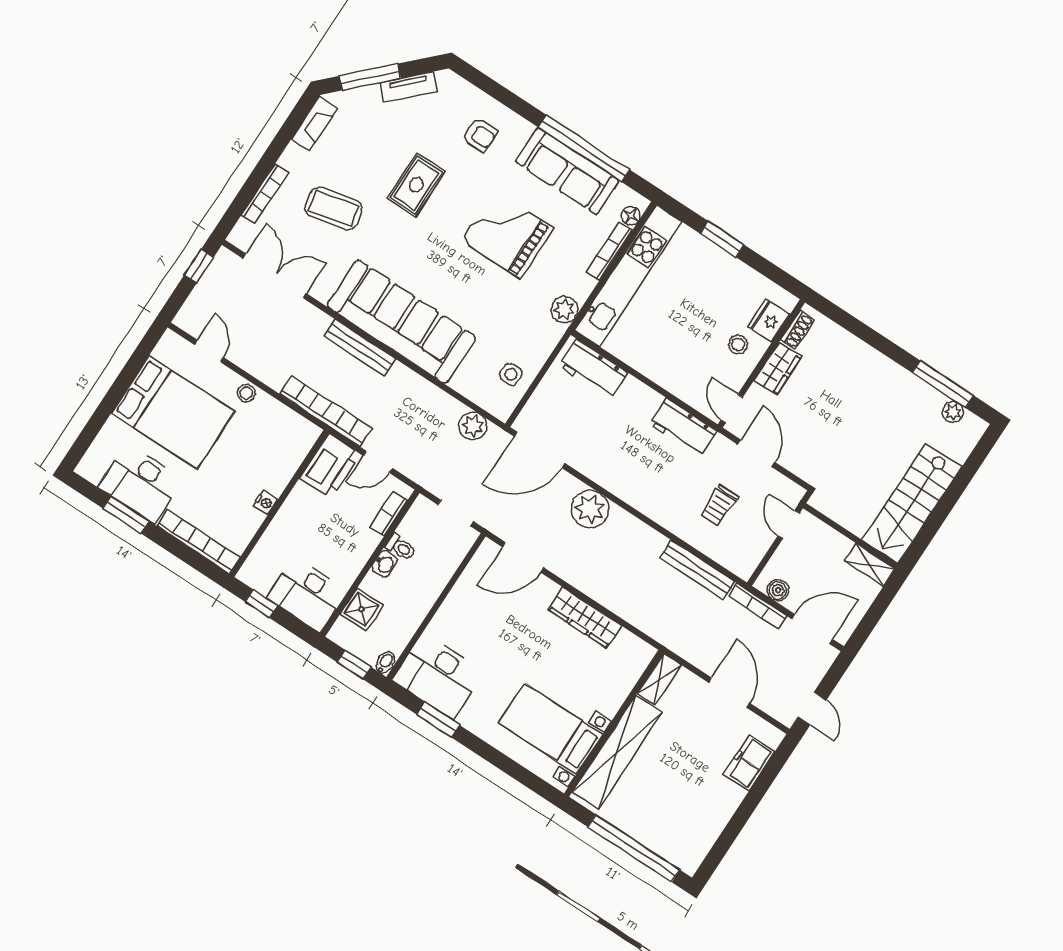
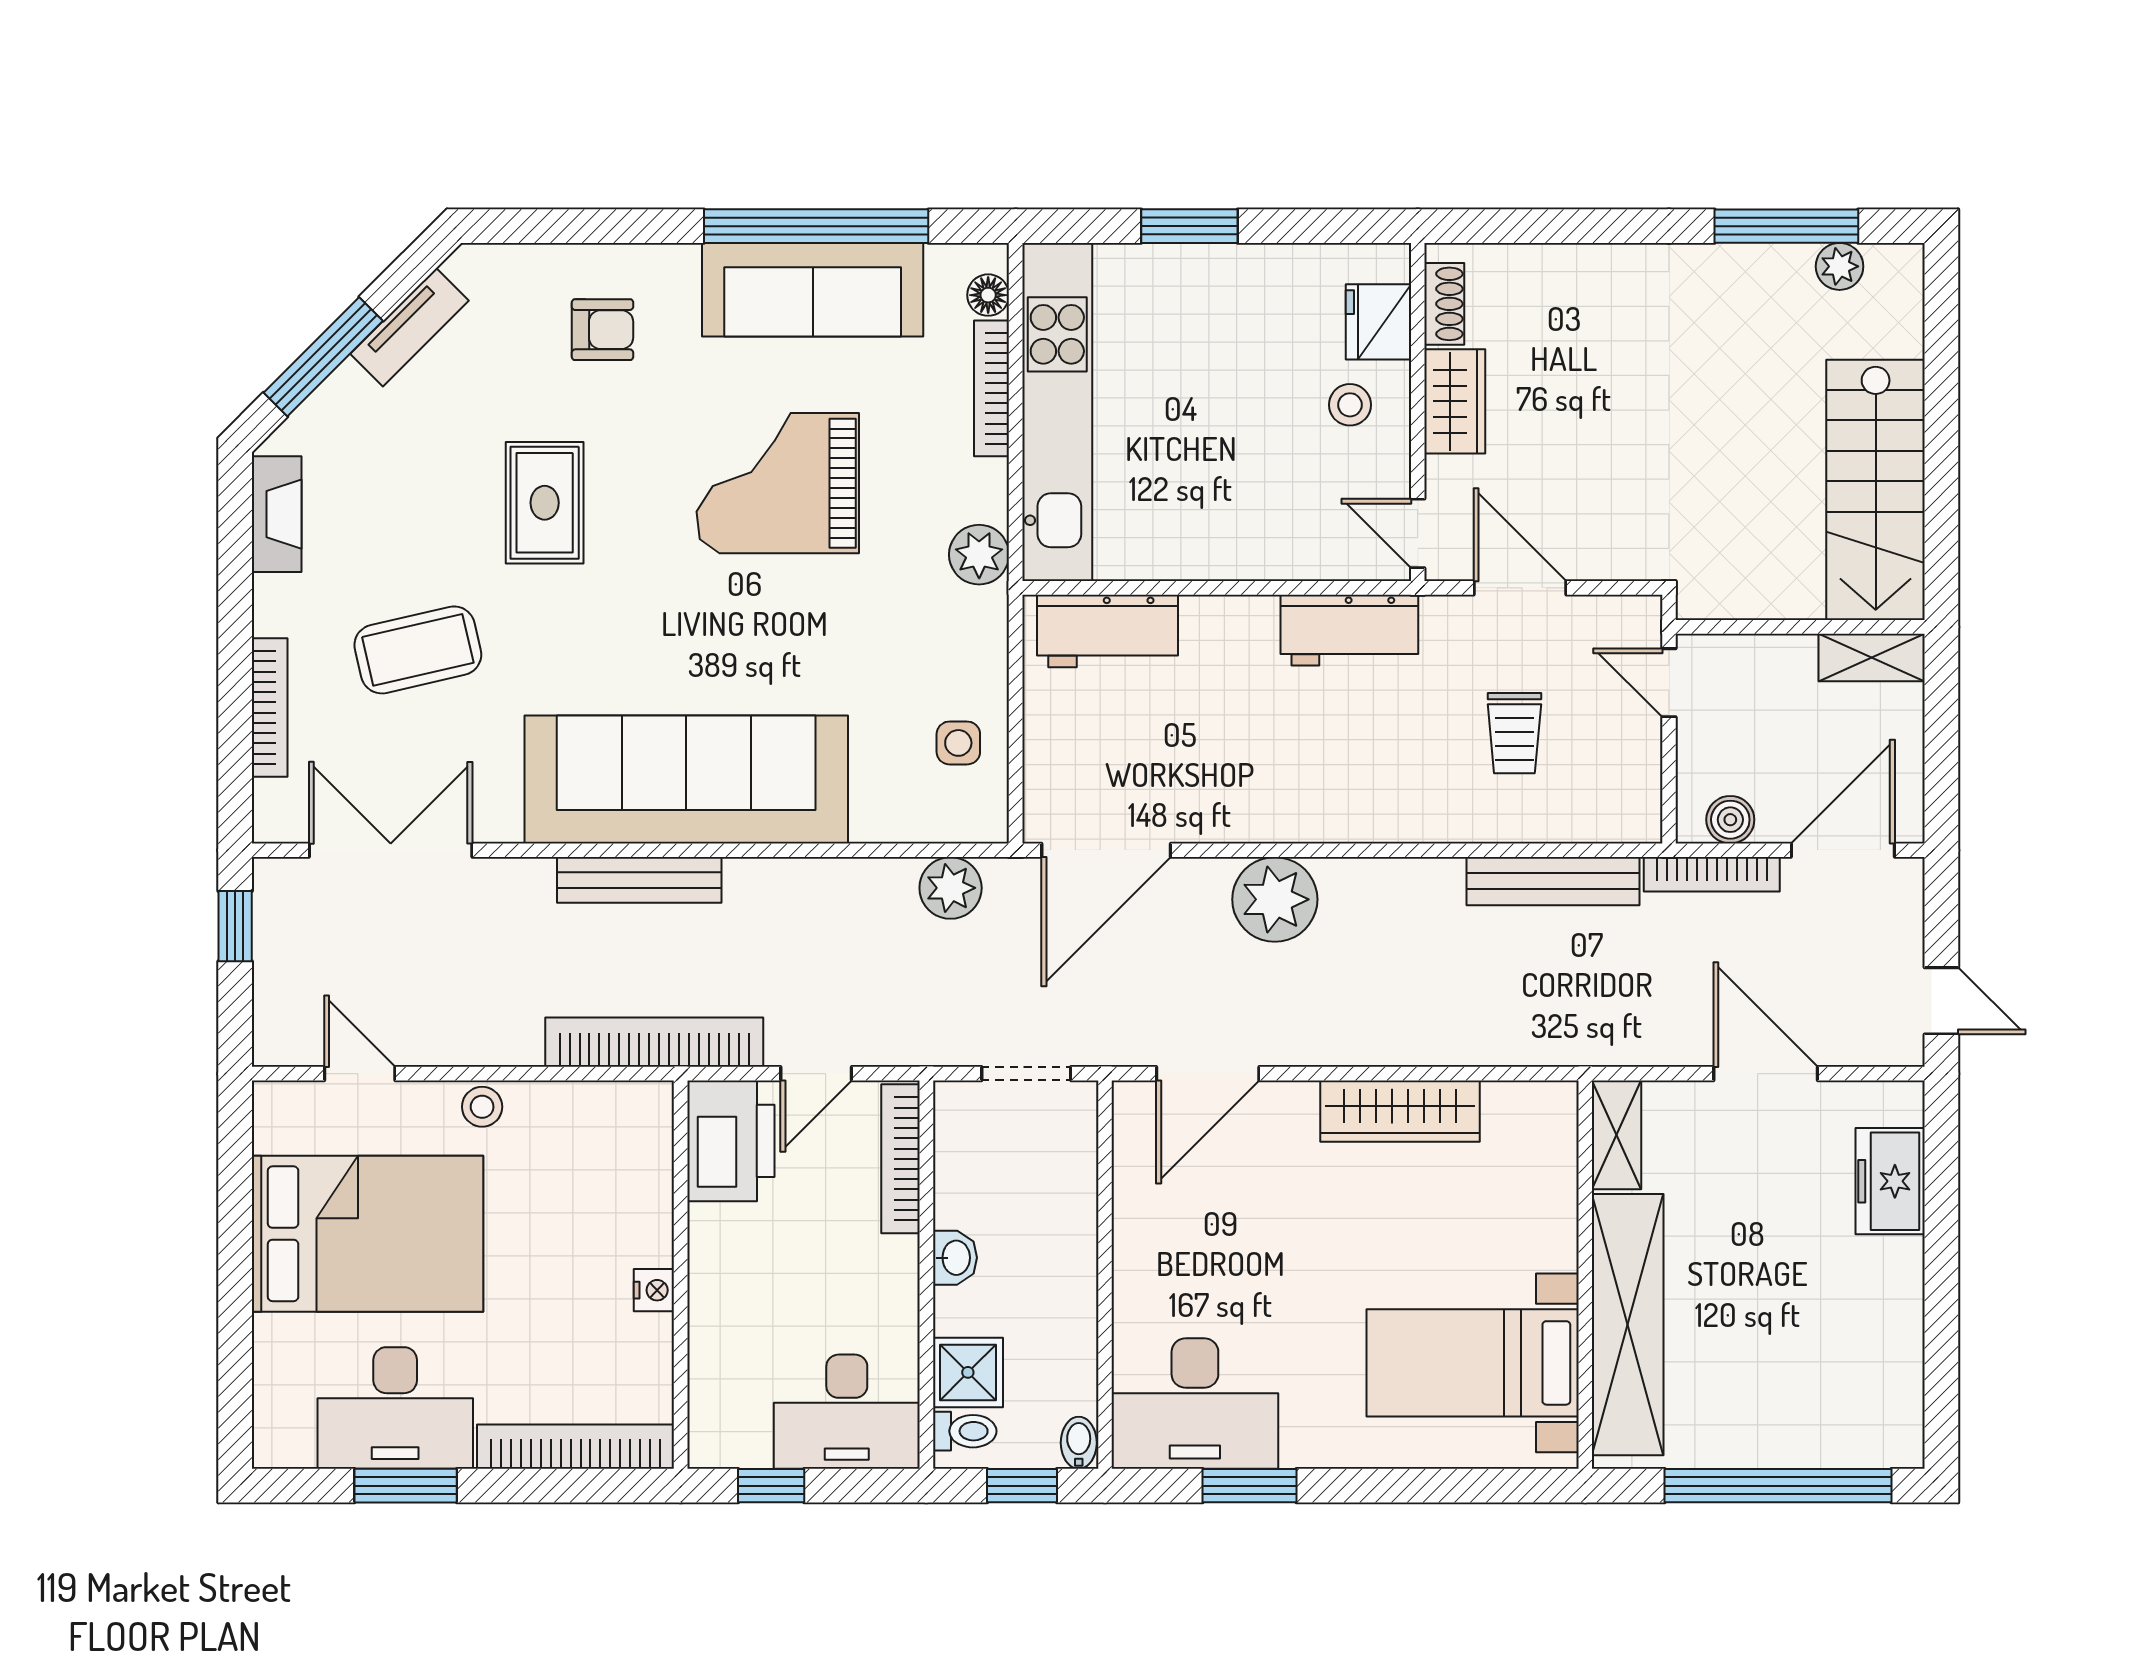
bookcase: (389, 514) -> (901, 1159), width x1.56
toilet: (401, 547) -> (965, 1431), moved

